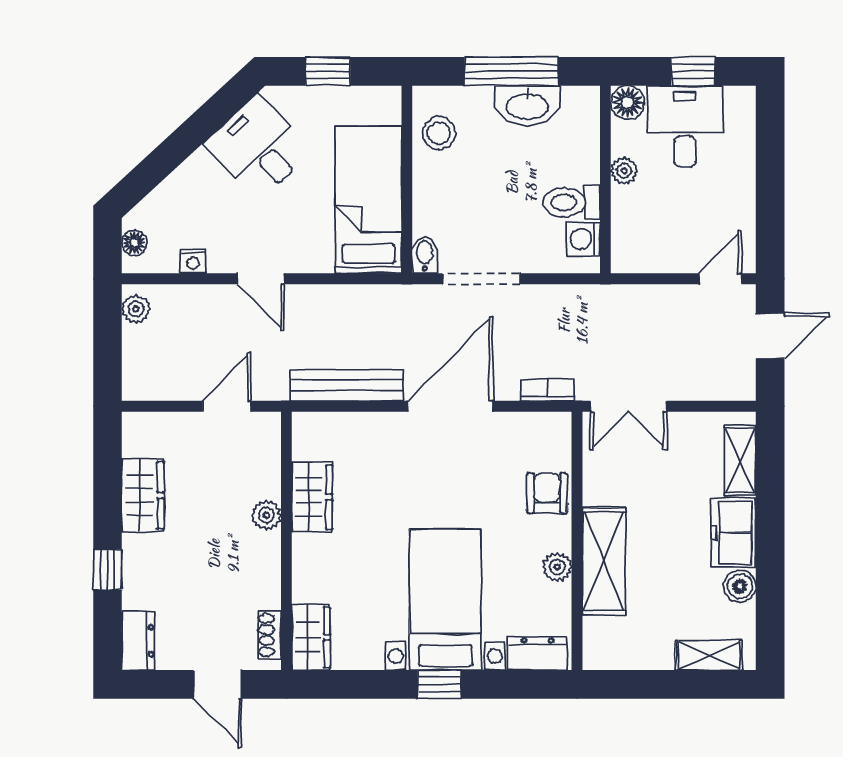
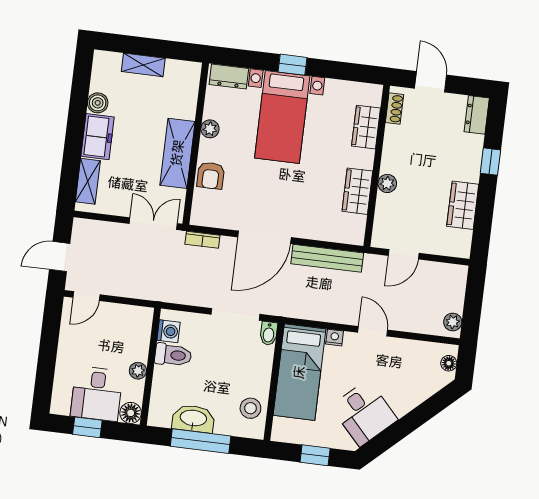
nightstand: (193, 261) -> (335, 338), moved
shelving: (604, 561) -> (177, 153), moved
wardrobe: (311, 637) -> (366, 127), moved
shelving: (709, 655) -> (143, 65), moved

